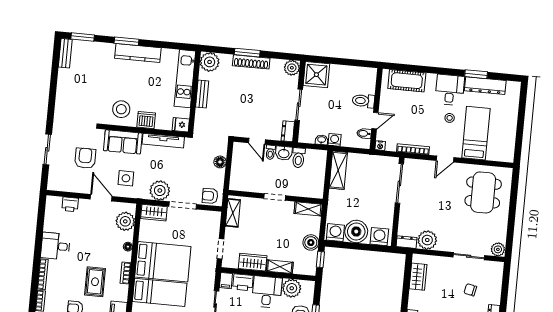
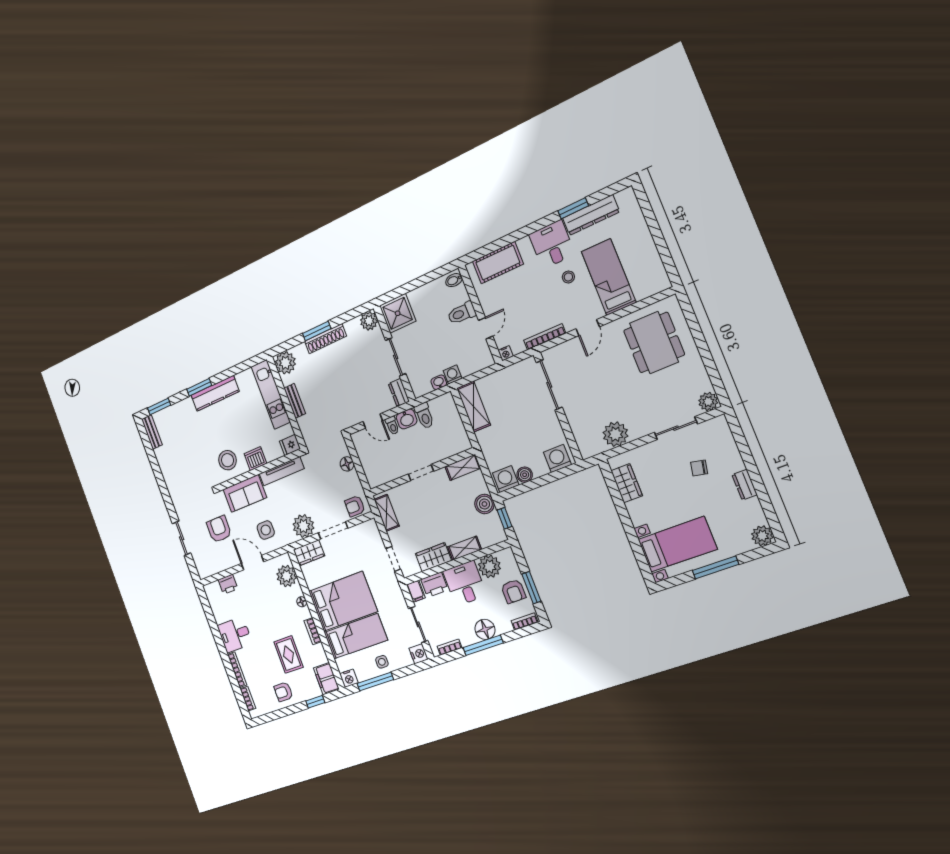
bidet: (364, 133) -> (454, 280), moved
boiler: (356, 232) -> (525, 475), width x0.54, depth x0.54
dresser: (406, 242) -> (592, 449), removed

